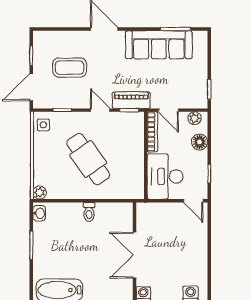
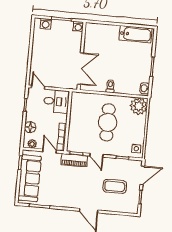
sofa: (159, 45) -> (30, 178), moved, turned 90
cafe table: (88, 159) -> (108, 122), turned 35
desk: (165, 176) -> (56, 101), width x0.73
plant: (39, 192) -> (139, 106), width x1.88, depth x1.88
double door: (135, 255) -> (80, 69), moved

